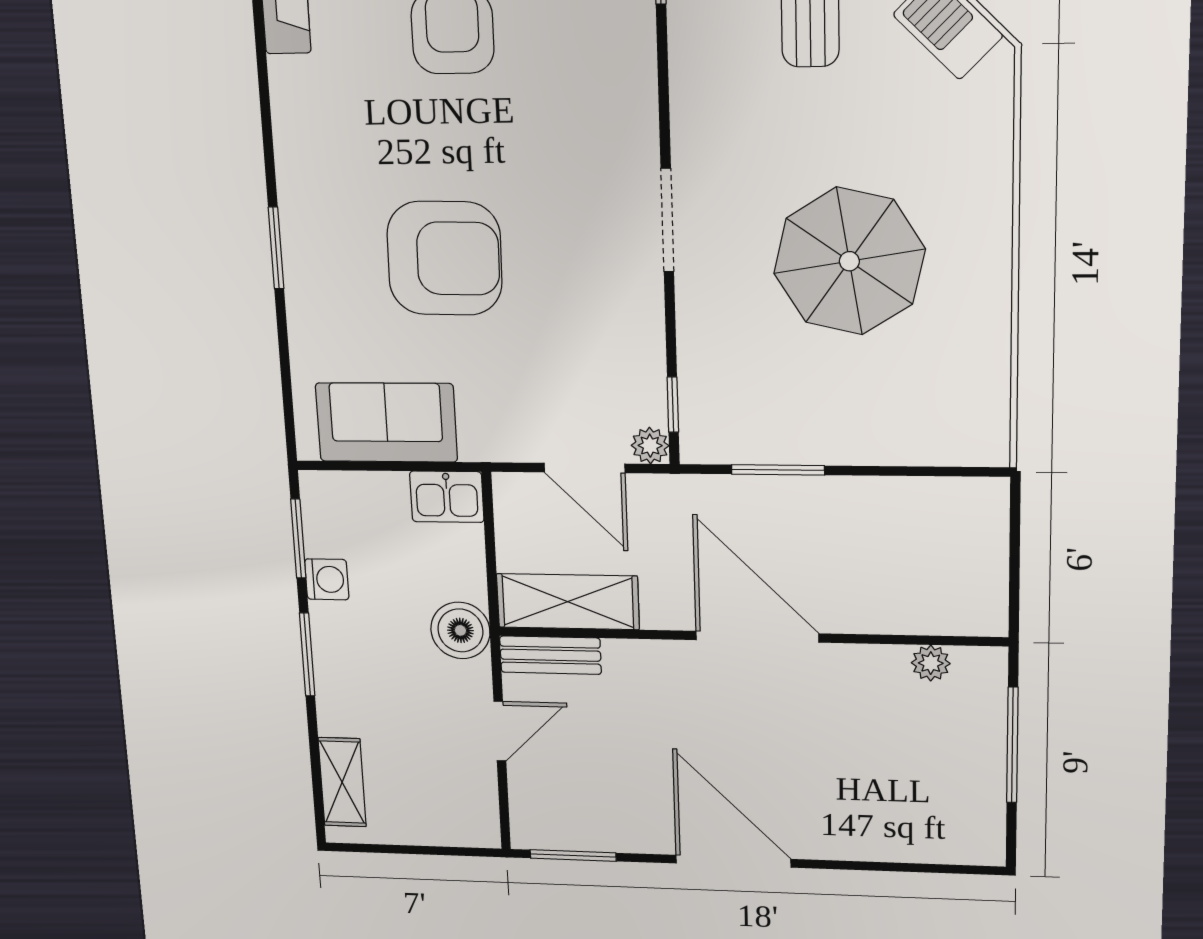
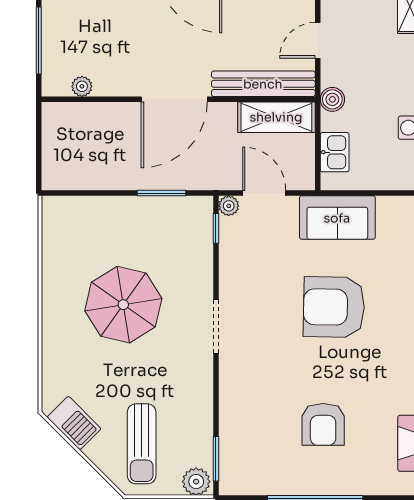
sofa: (386, 423) -> (337, 218), moved
kitchen sink: (447, 497) -> (335, 152), moved, turned 90
boiler: (460, 630) -> (332, 99), width x0.73, depth x0.73
door: (757, 637) -> (174, 99), hinge flipped
bench: (550, 655) -> (263, 84), width x1.86, depth x1.21

